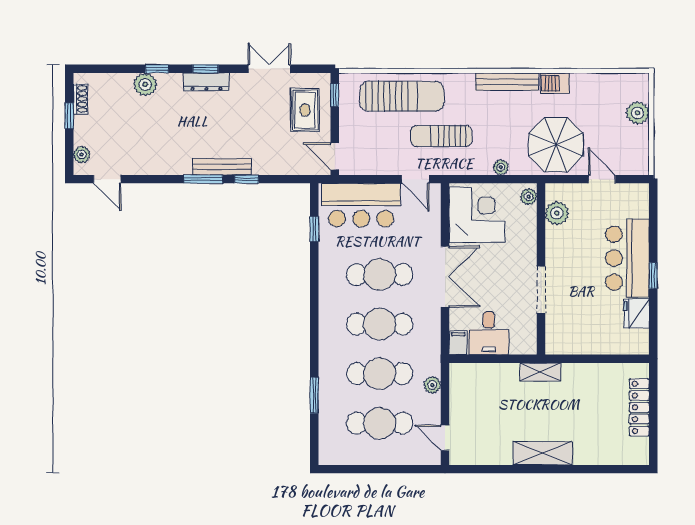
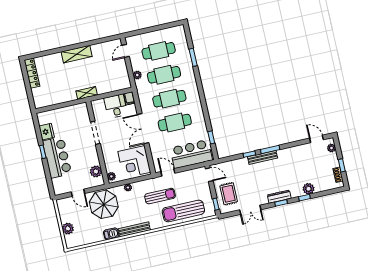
locker: (639, 407) -> (32, 73), moved
door: (445, 438) -> (125, 51), swing flipped

